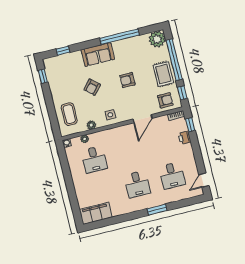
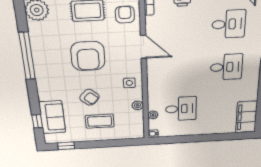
sofa: (98, 54) -> (52, 117), moved
armchair: (127, 80) -> (88, 56), width x1.88, depth x1.88
coffee table: (69, 114) -> (100, 121), moved

